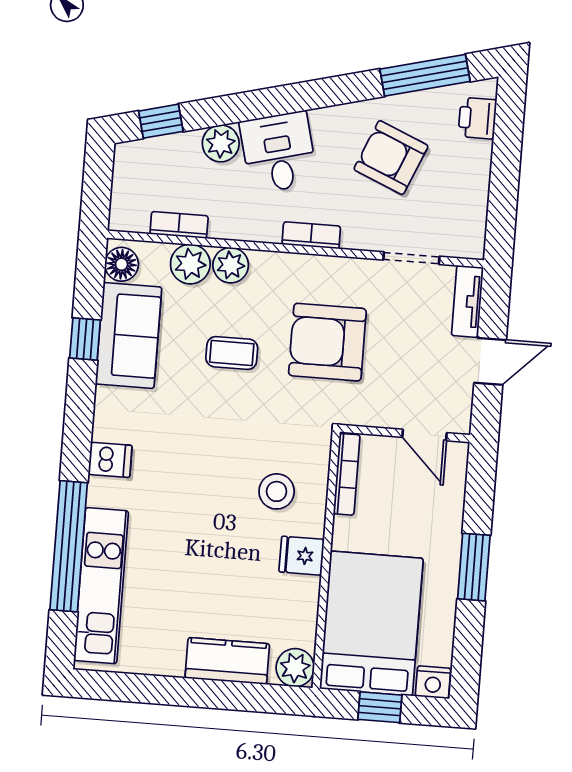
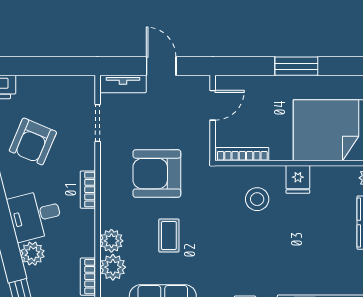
armchair: (327, 342) -> (157, 174), turned 90

